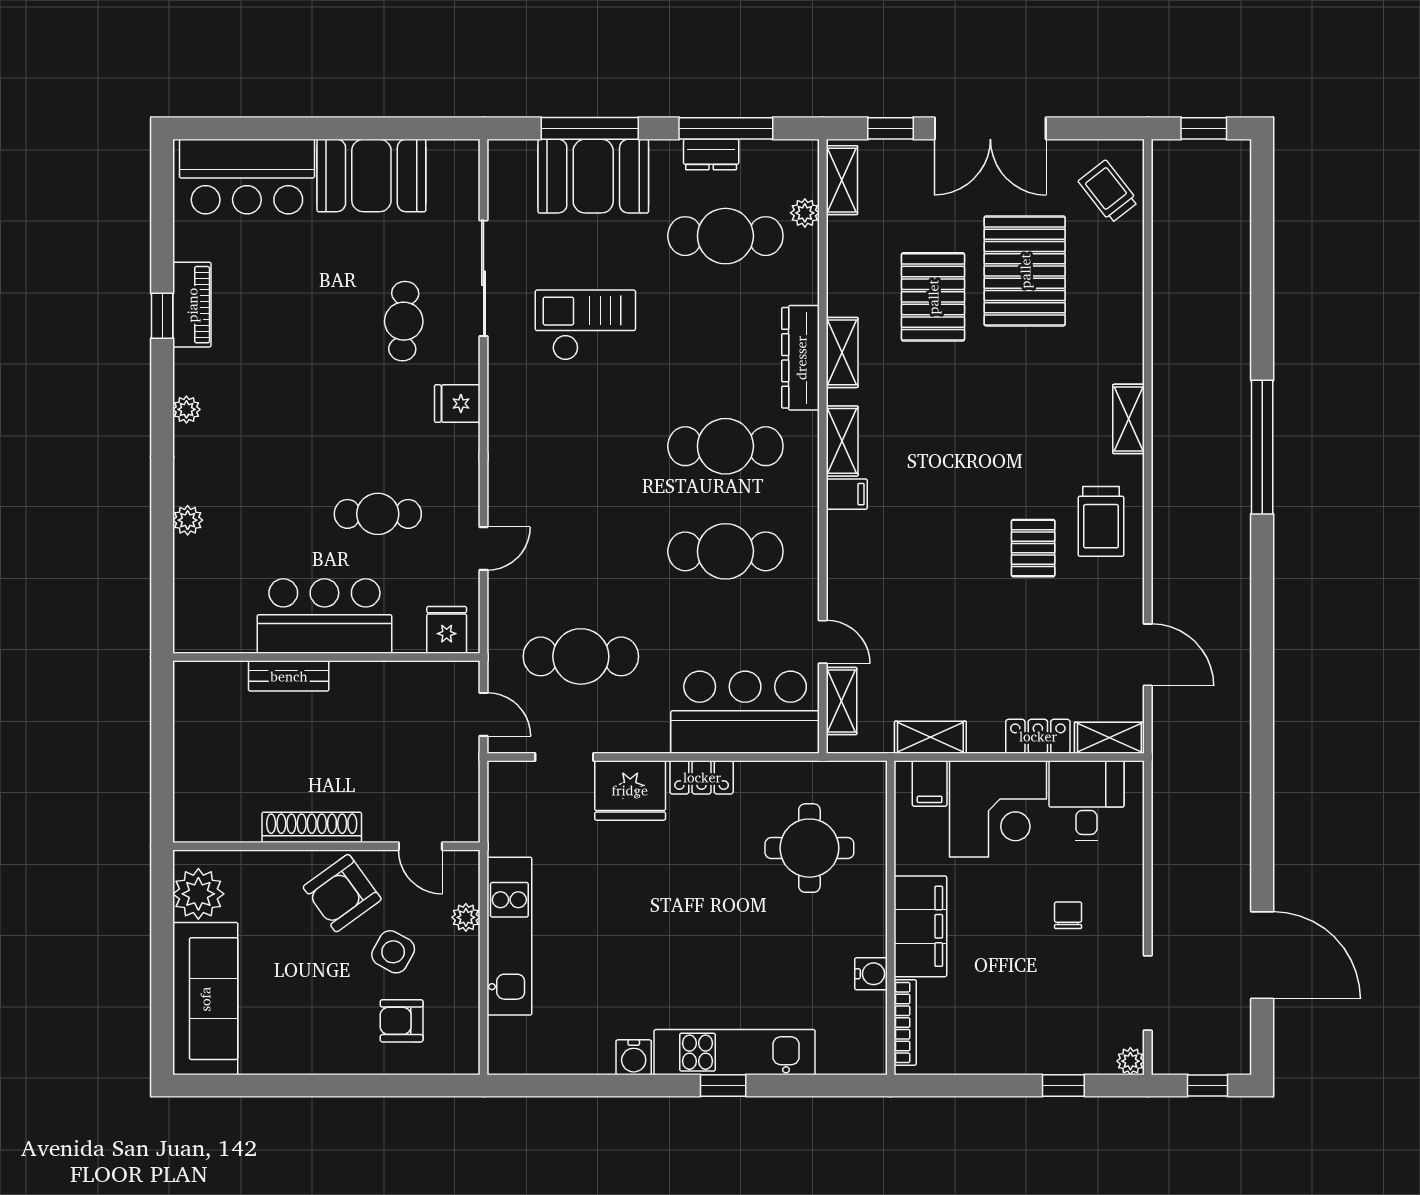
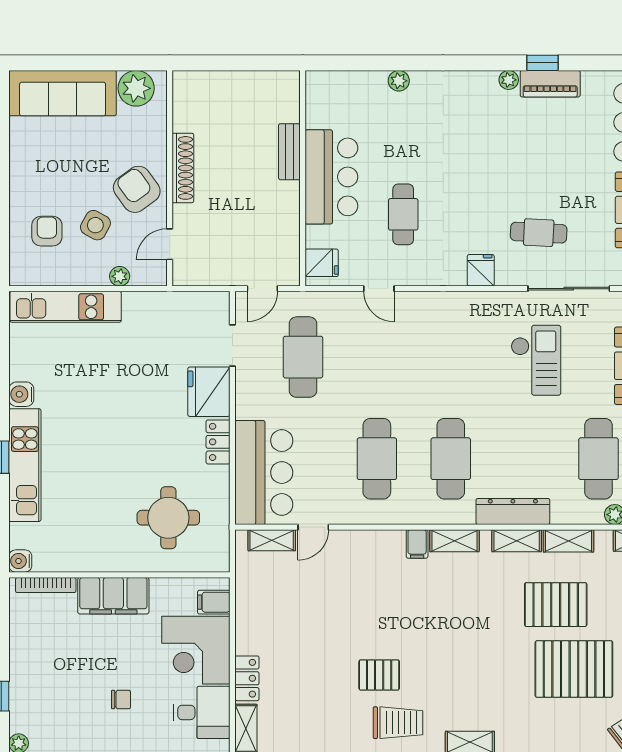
plant: (186, 409) -> (509, 80), moved
trolley: (1101, 521) -> (398, 723), turned 180
shelving: (930, 737) -> (568, 541), moved, turned 90
kitchen unit: (509, 936) -> (66, 307), moved
water cooler: (871, 974) -> (20, 561), moved, turned 90

